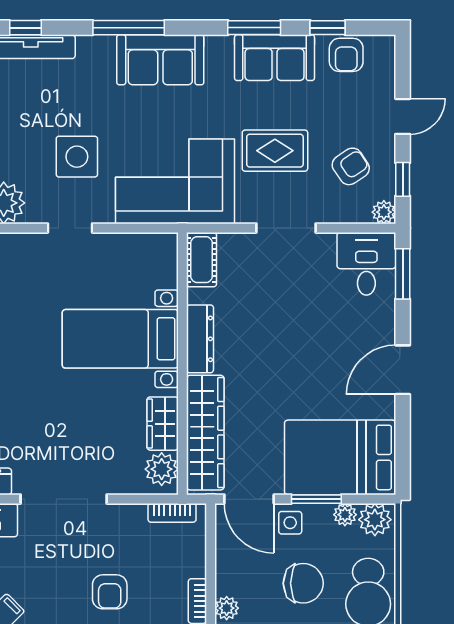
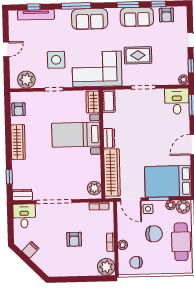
armchair: (351, 166) -> (169, 61), removed
dresser: (200, 339) -> (109, 138), width x0.70
wardrobe: (163, 424) -> (93, 102), moved

